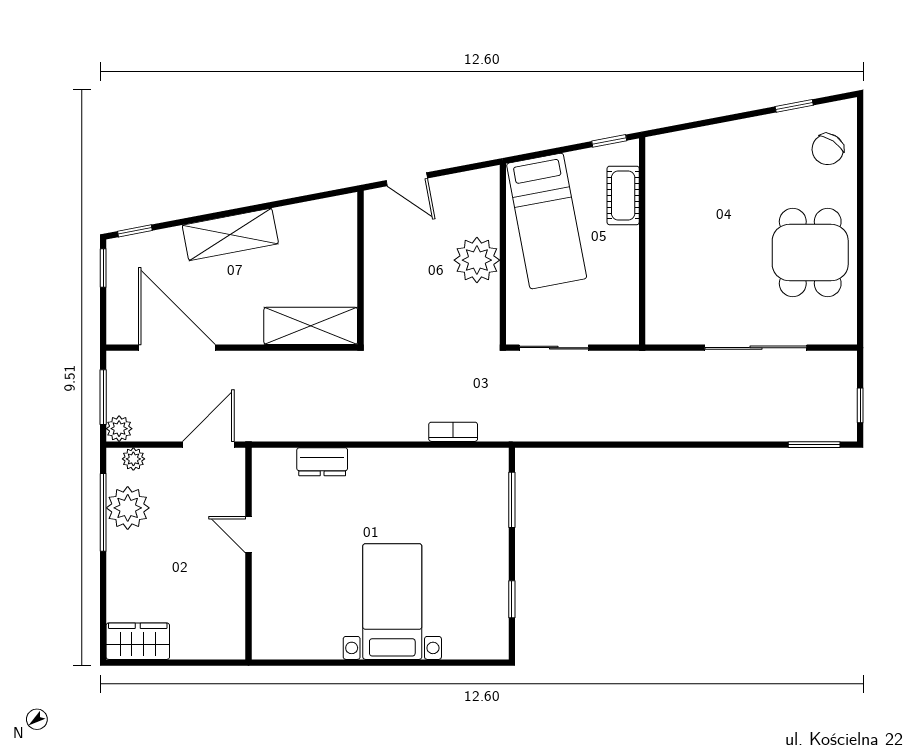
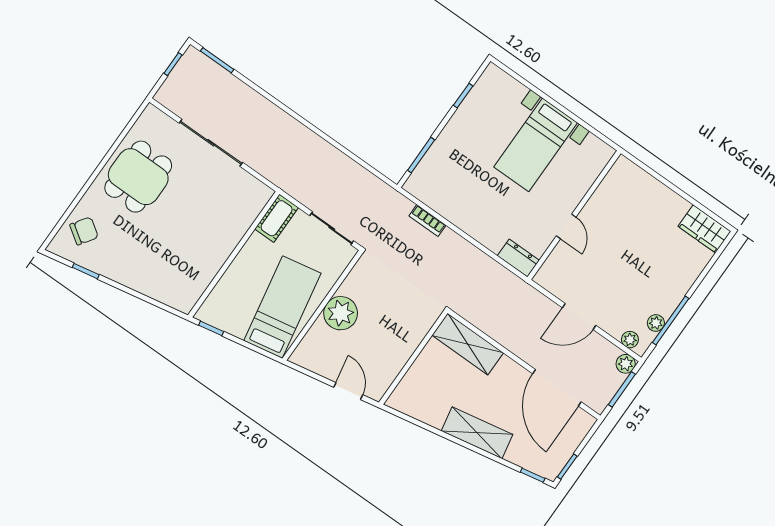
cot: (623, 195) -> (277, 218), moved
plant: (128, 508) -> (656, 323), width x0.53, depth x0.53
door: (248, 535) -> (566, 226), moved
wall: (248, 554) -> (574, 215), moved

